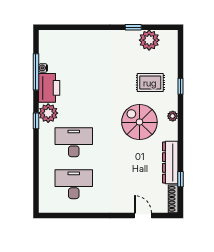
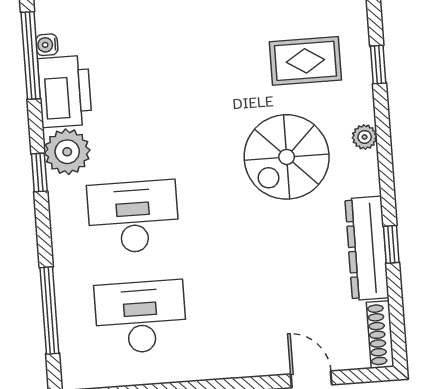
spiral stairs: (139, 122) -> (287, 157), turned -90
window: (36, 179) -> (49, 311), added
window: (180, 179) -> (391, 244), moved

